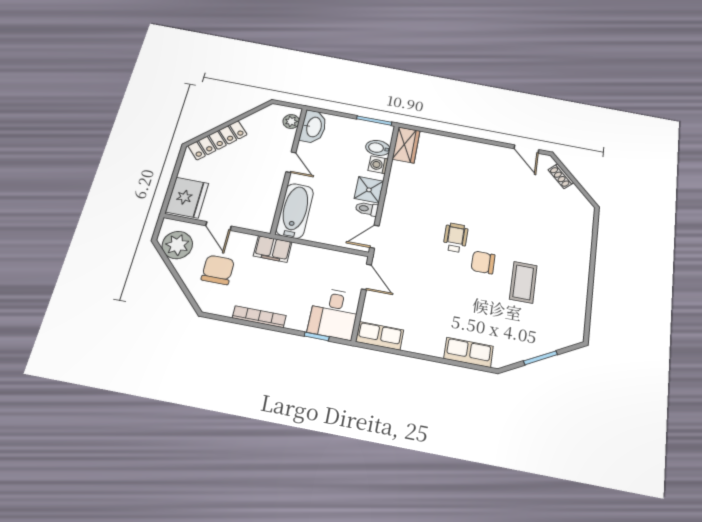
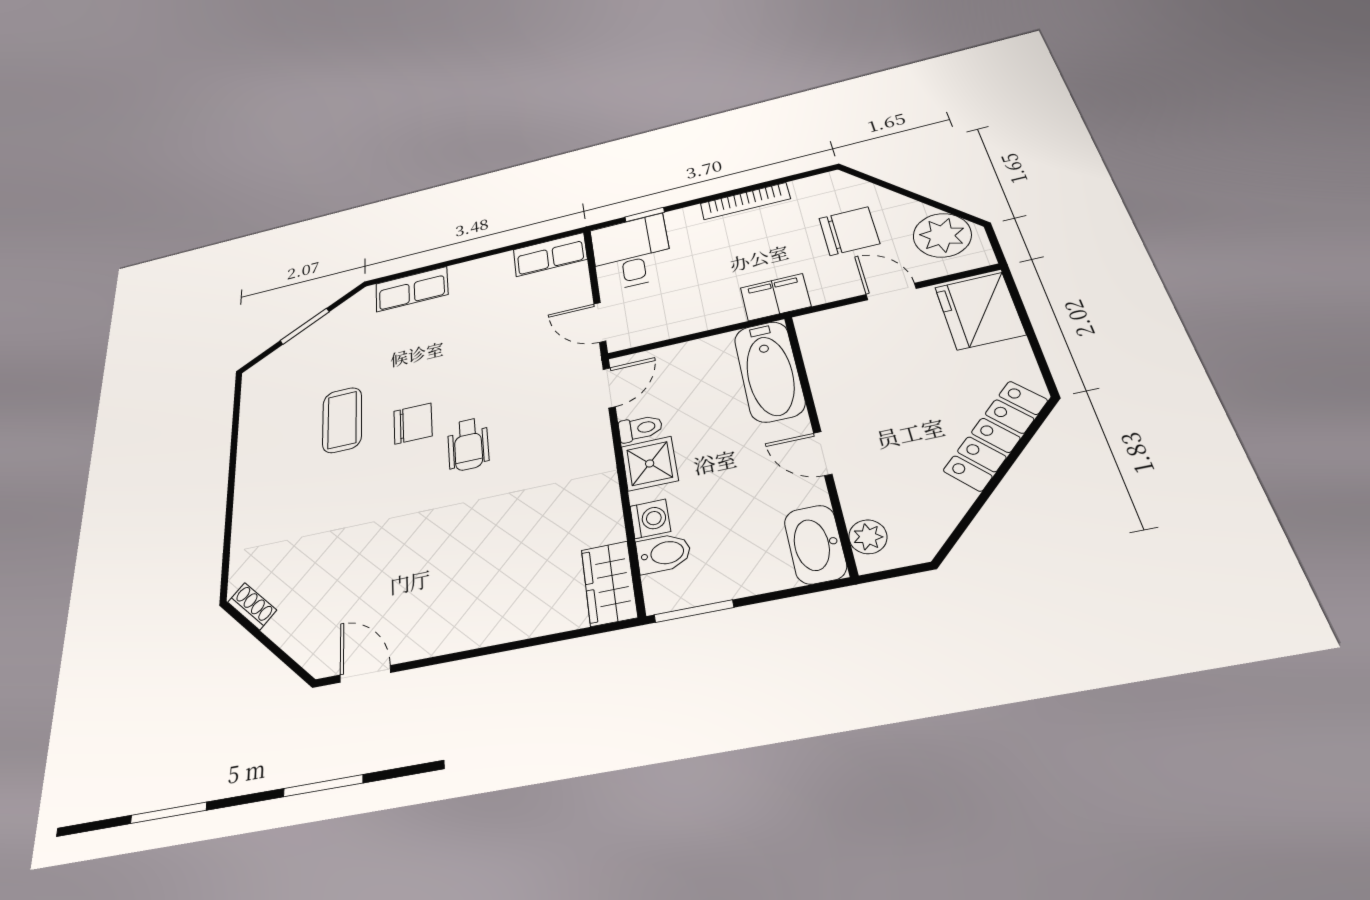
shoe rack: (561, 176) -> (252, 606), moved
chair: (218, 270) -> (849, 231), turned -90

